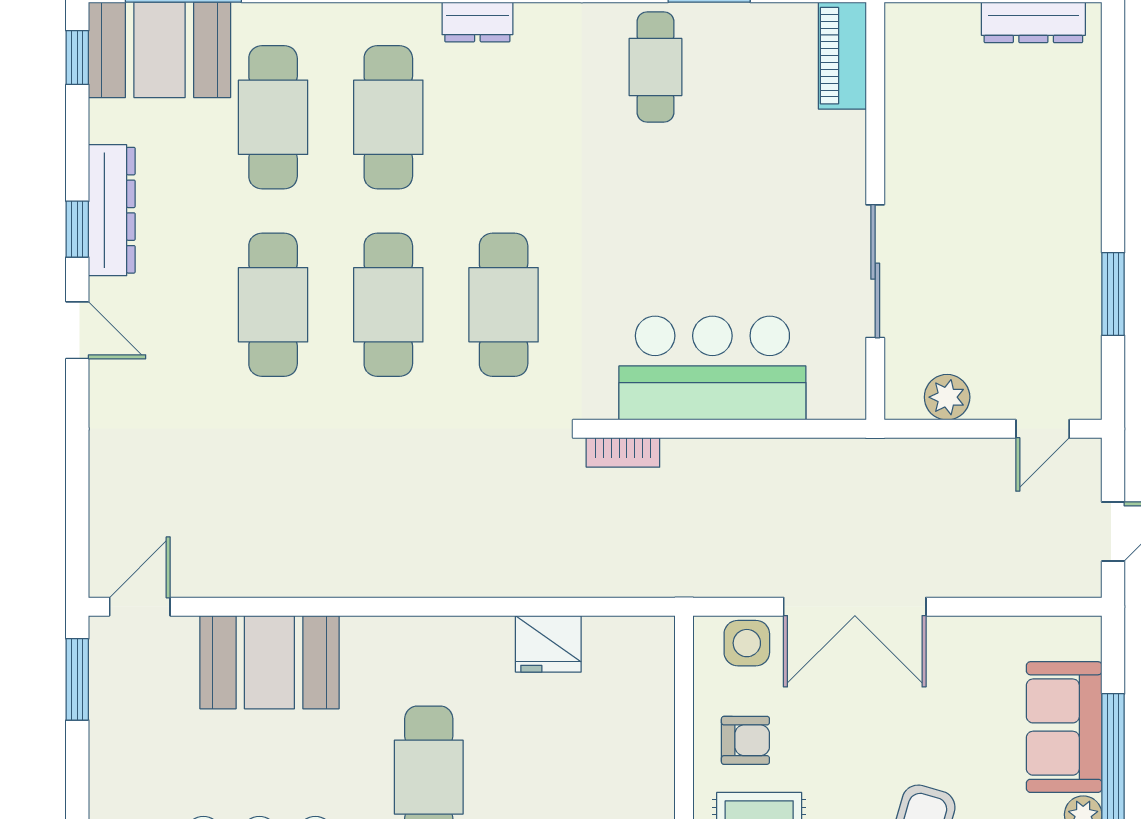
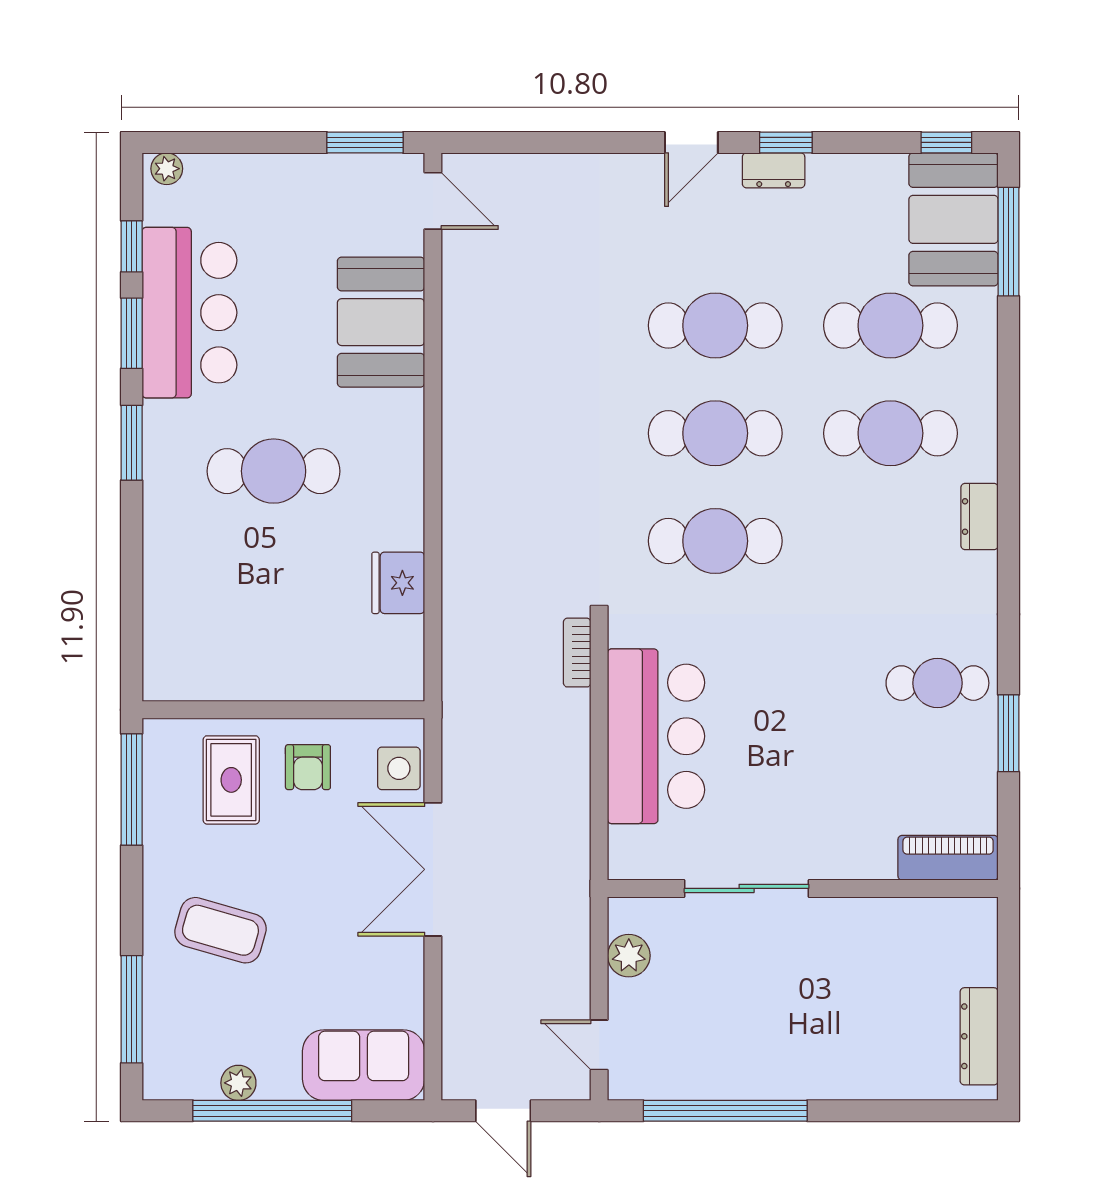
dresser: (112, 210) -> (774, 170), width x0.51, depth x0.80
window: (1113, 294) -> (725, 1111), width x2.11
sofa: (1064, 727) -> (364, 1065), moved

